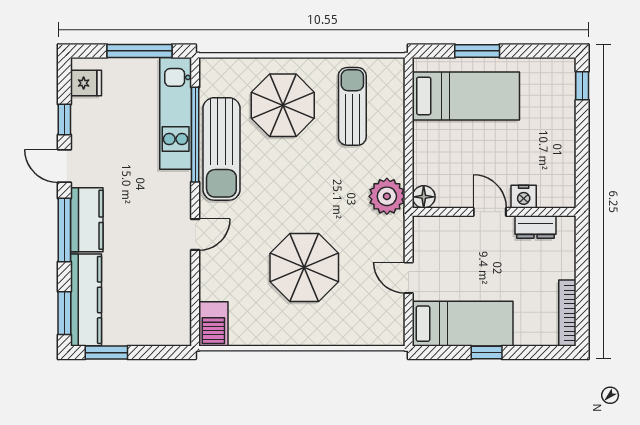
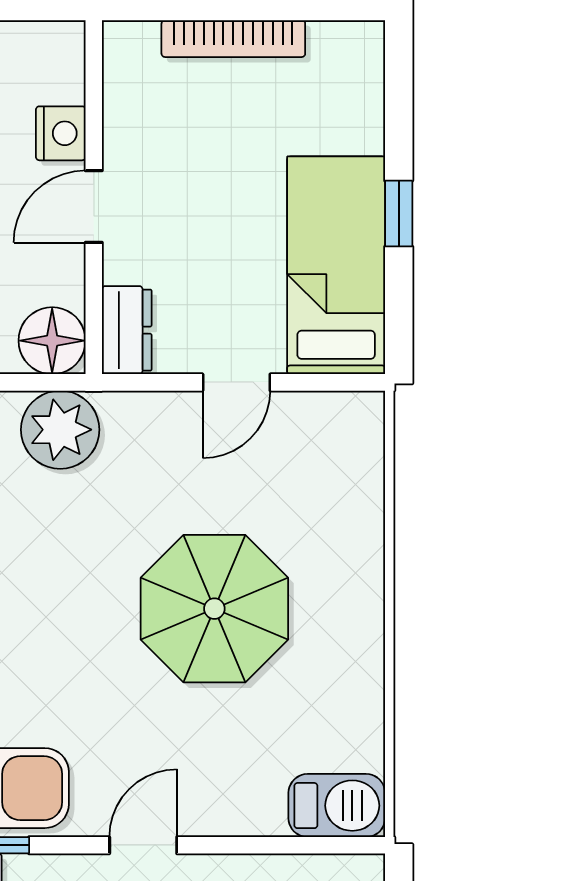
floor lamp: (424, 197) -> (52, 341), width x1.38, depth x1.38
dresser: (535, 227) -> (127, 330), moved
door: (195, 235) -> (143, 845), hinge flipped
bookcase: (567, 313) -> (233, 39), moved

